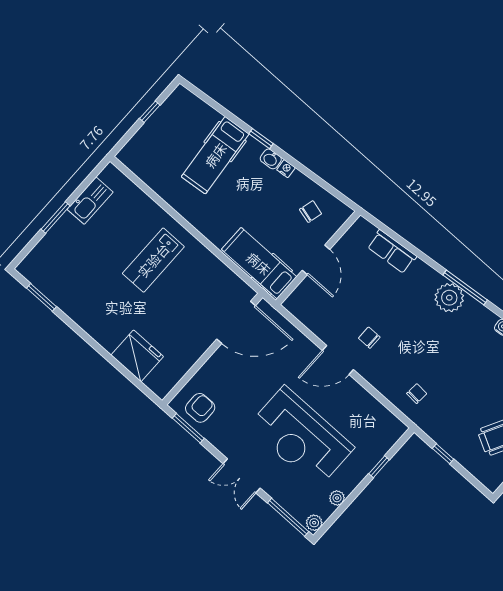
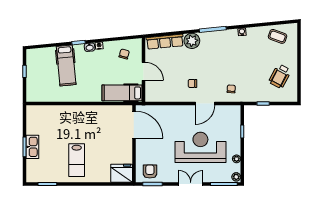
kitchen sink: (90, 201) -> (32, 147), moved
row of seats: (392, 252) -> (165, 42), width x1.48
lab bench: (153, 260) -> (77, 160), moved
plant: (449, 298) -> (192, 41), moved
door: (236, 322) -> (134, 125), hinge flipped
fridge: (137, 356) -> (122, 173), moved
door: (338, 360) -> (205, 104), moved
reception desk: (301, 437) -> (200, 147), turned 180
double door: (242, 476) -> (191, 184), swing flipped

